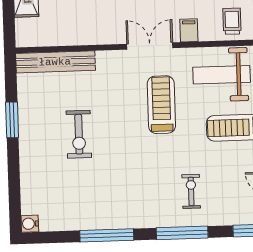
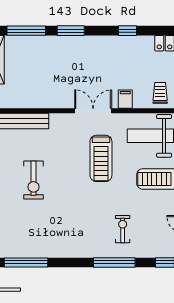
treadmill: (161, 105) -> (101, 158), turned 180
window: (107, 235) -> (26, 262), moved

